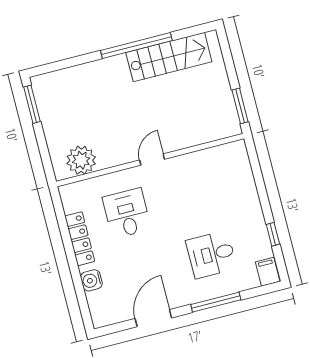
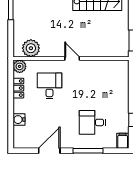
door: (152, 160) -> (72, 58), hinge flipped
plant: (70, 194) -> (20, 66), added
locker: (80, 239) -> (18, 88), width x0.66

